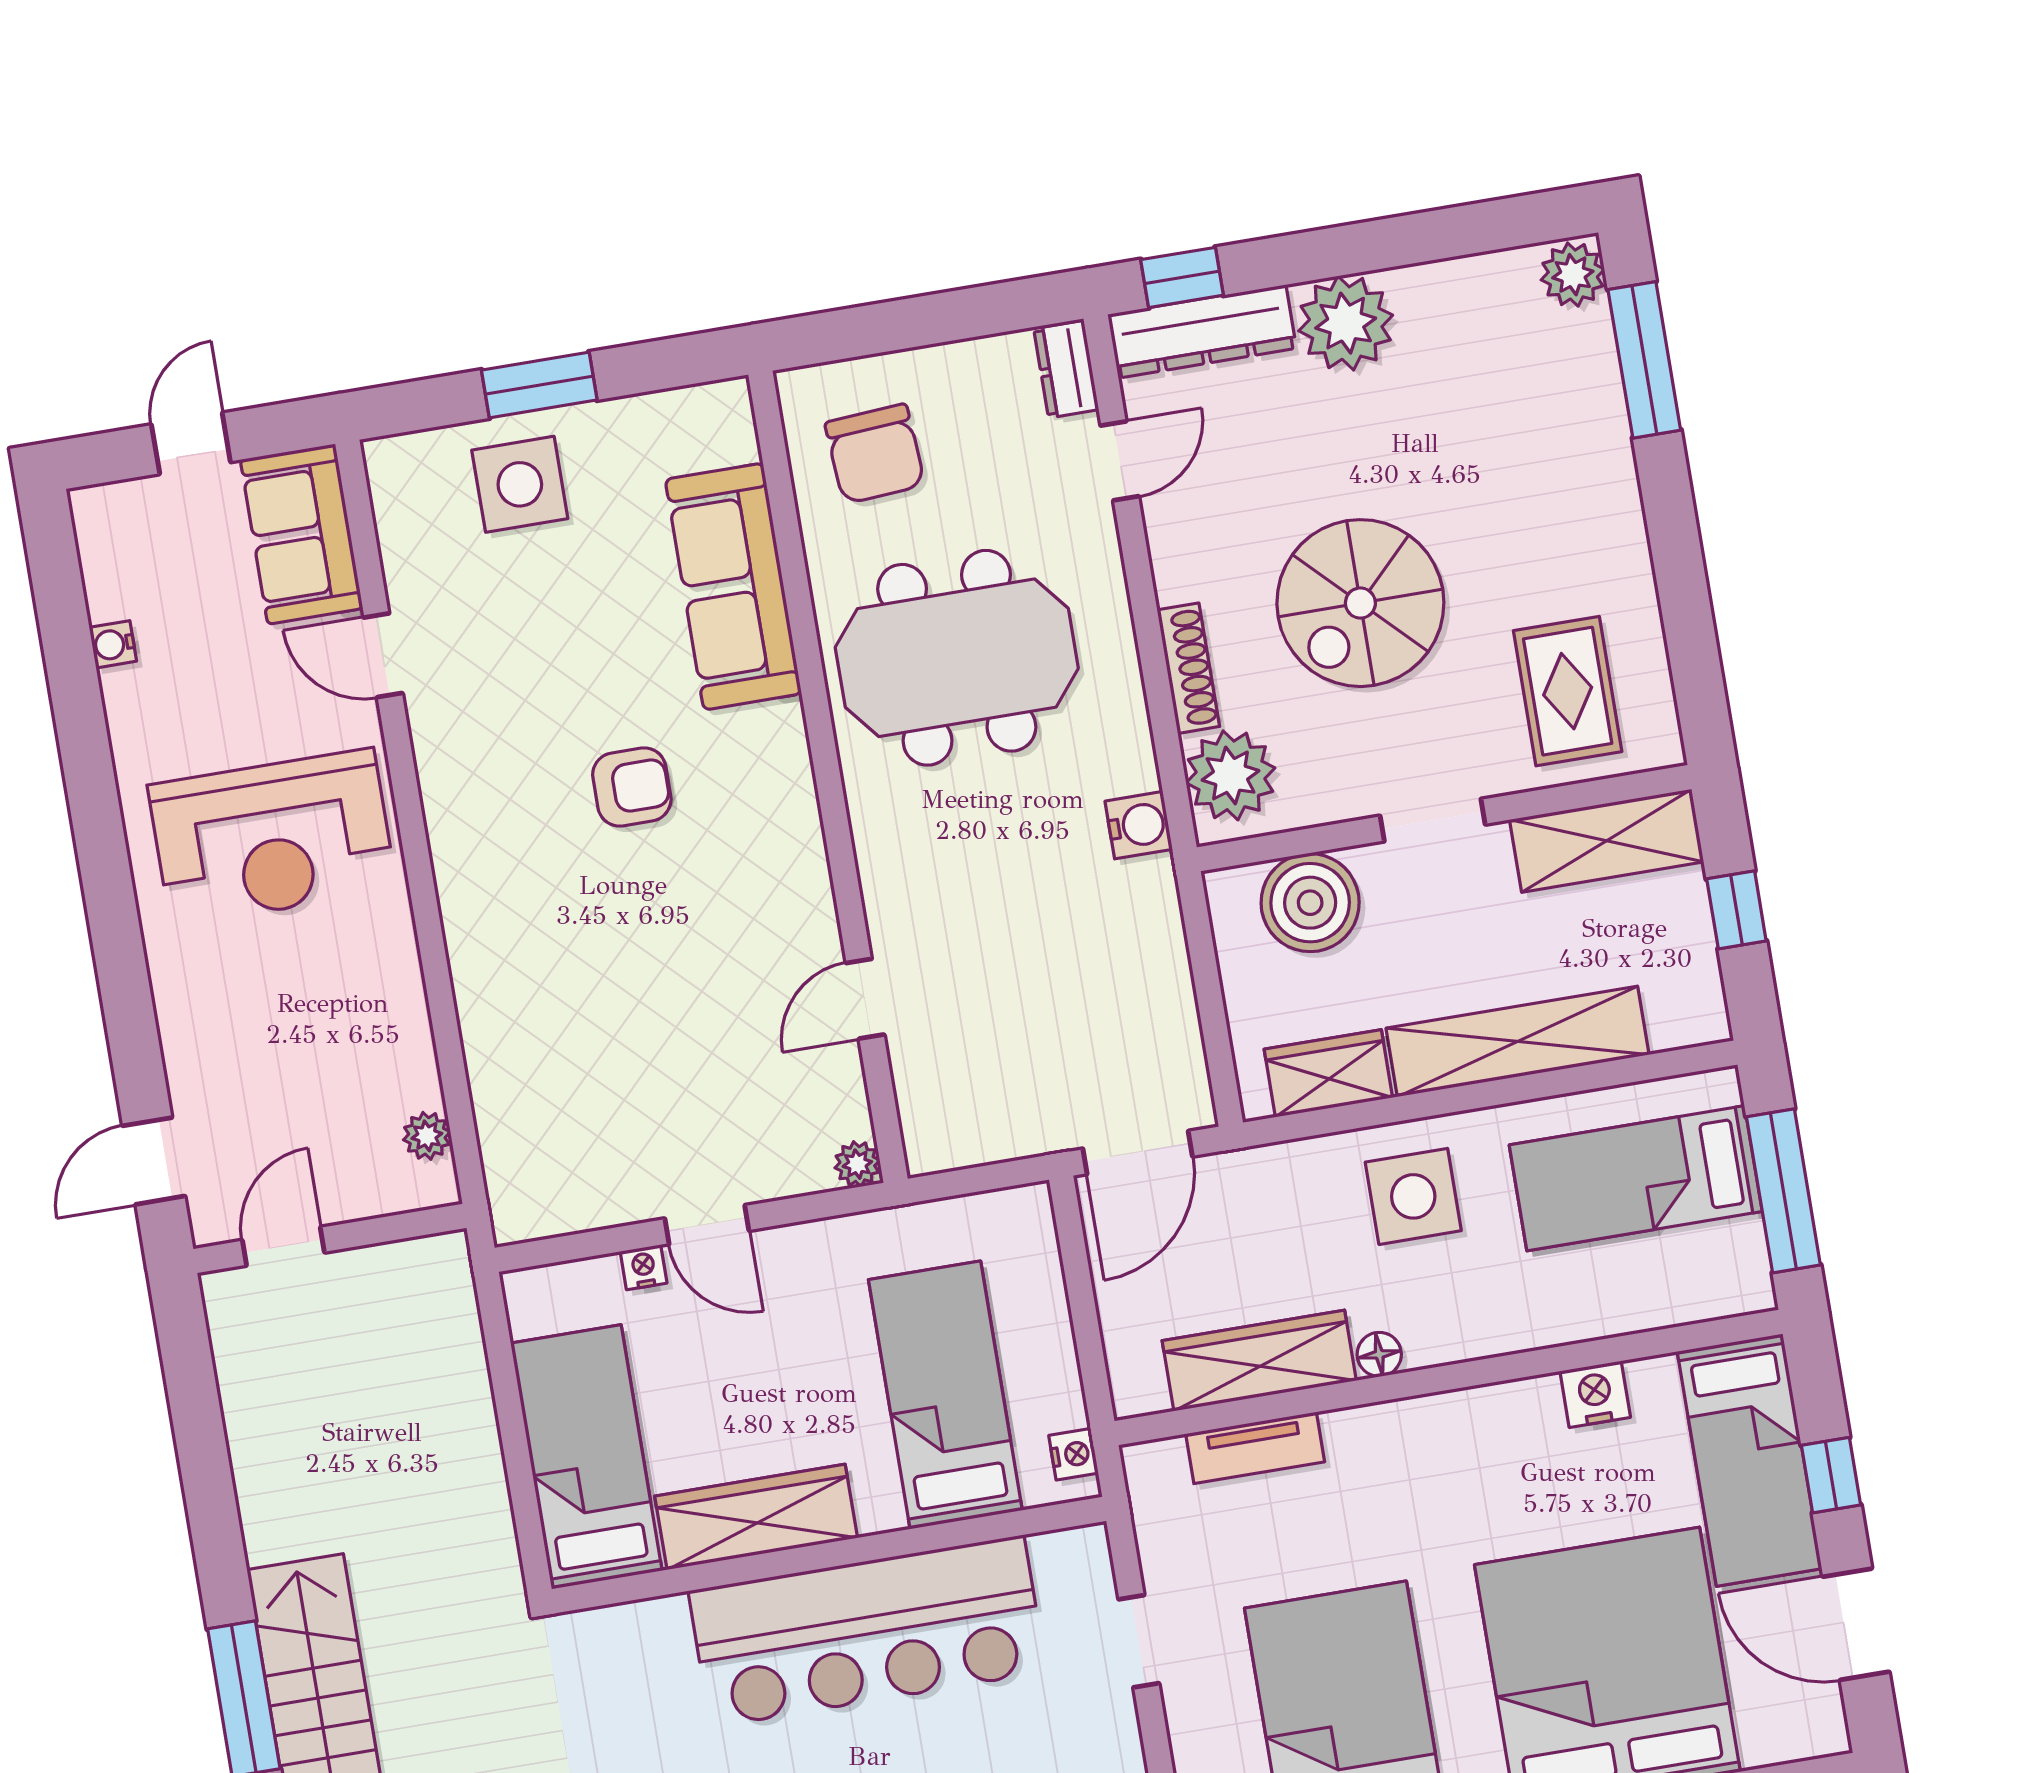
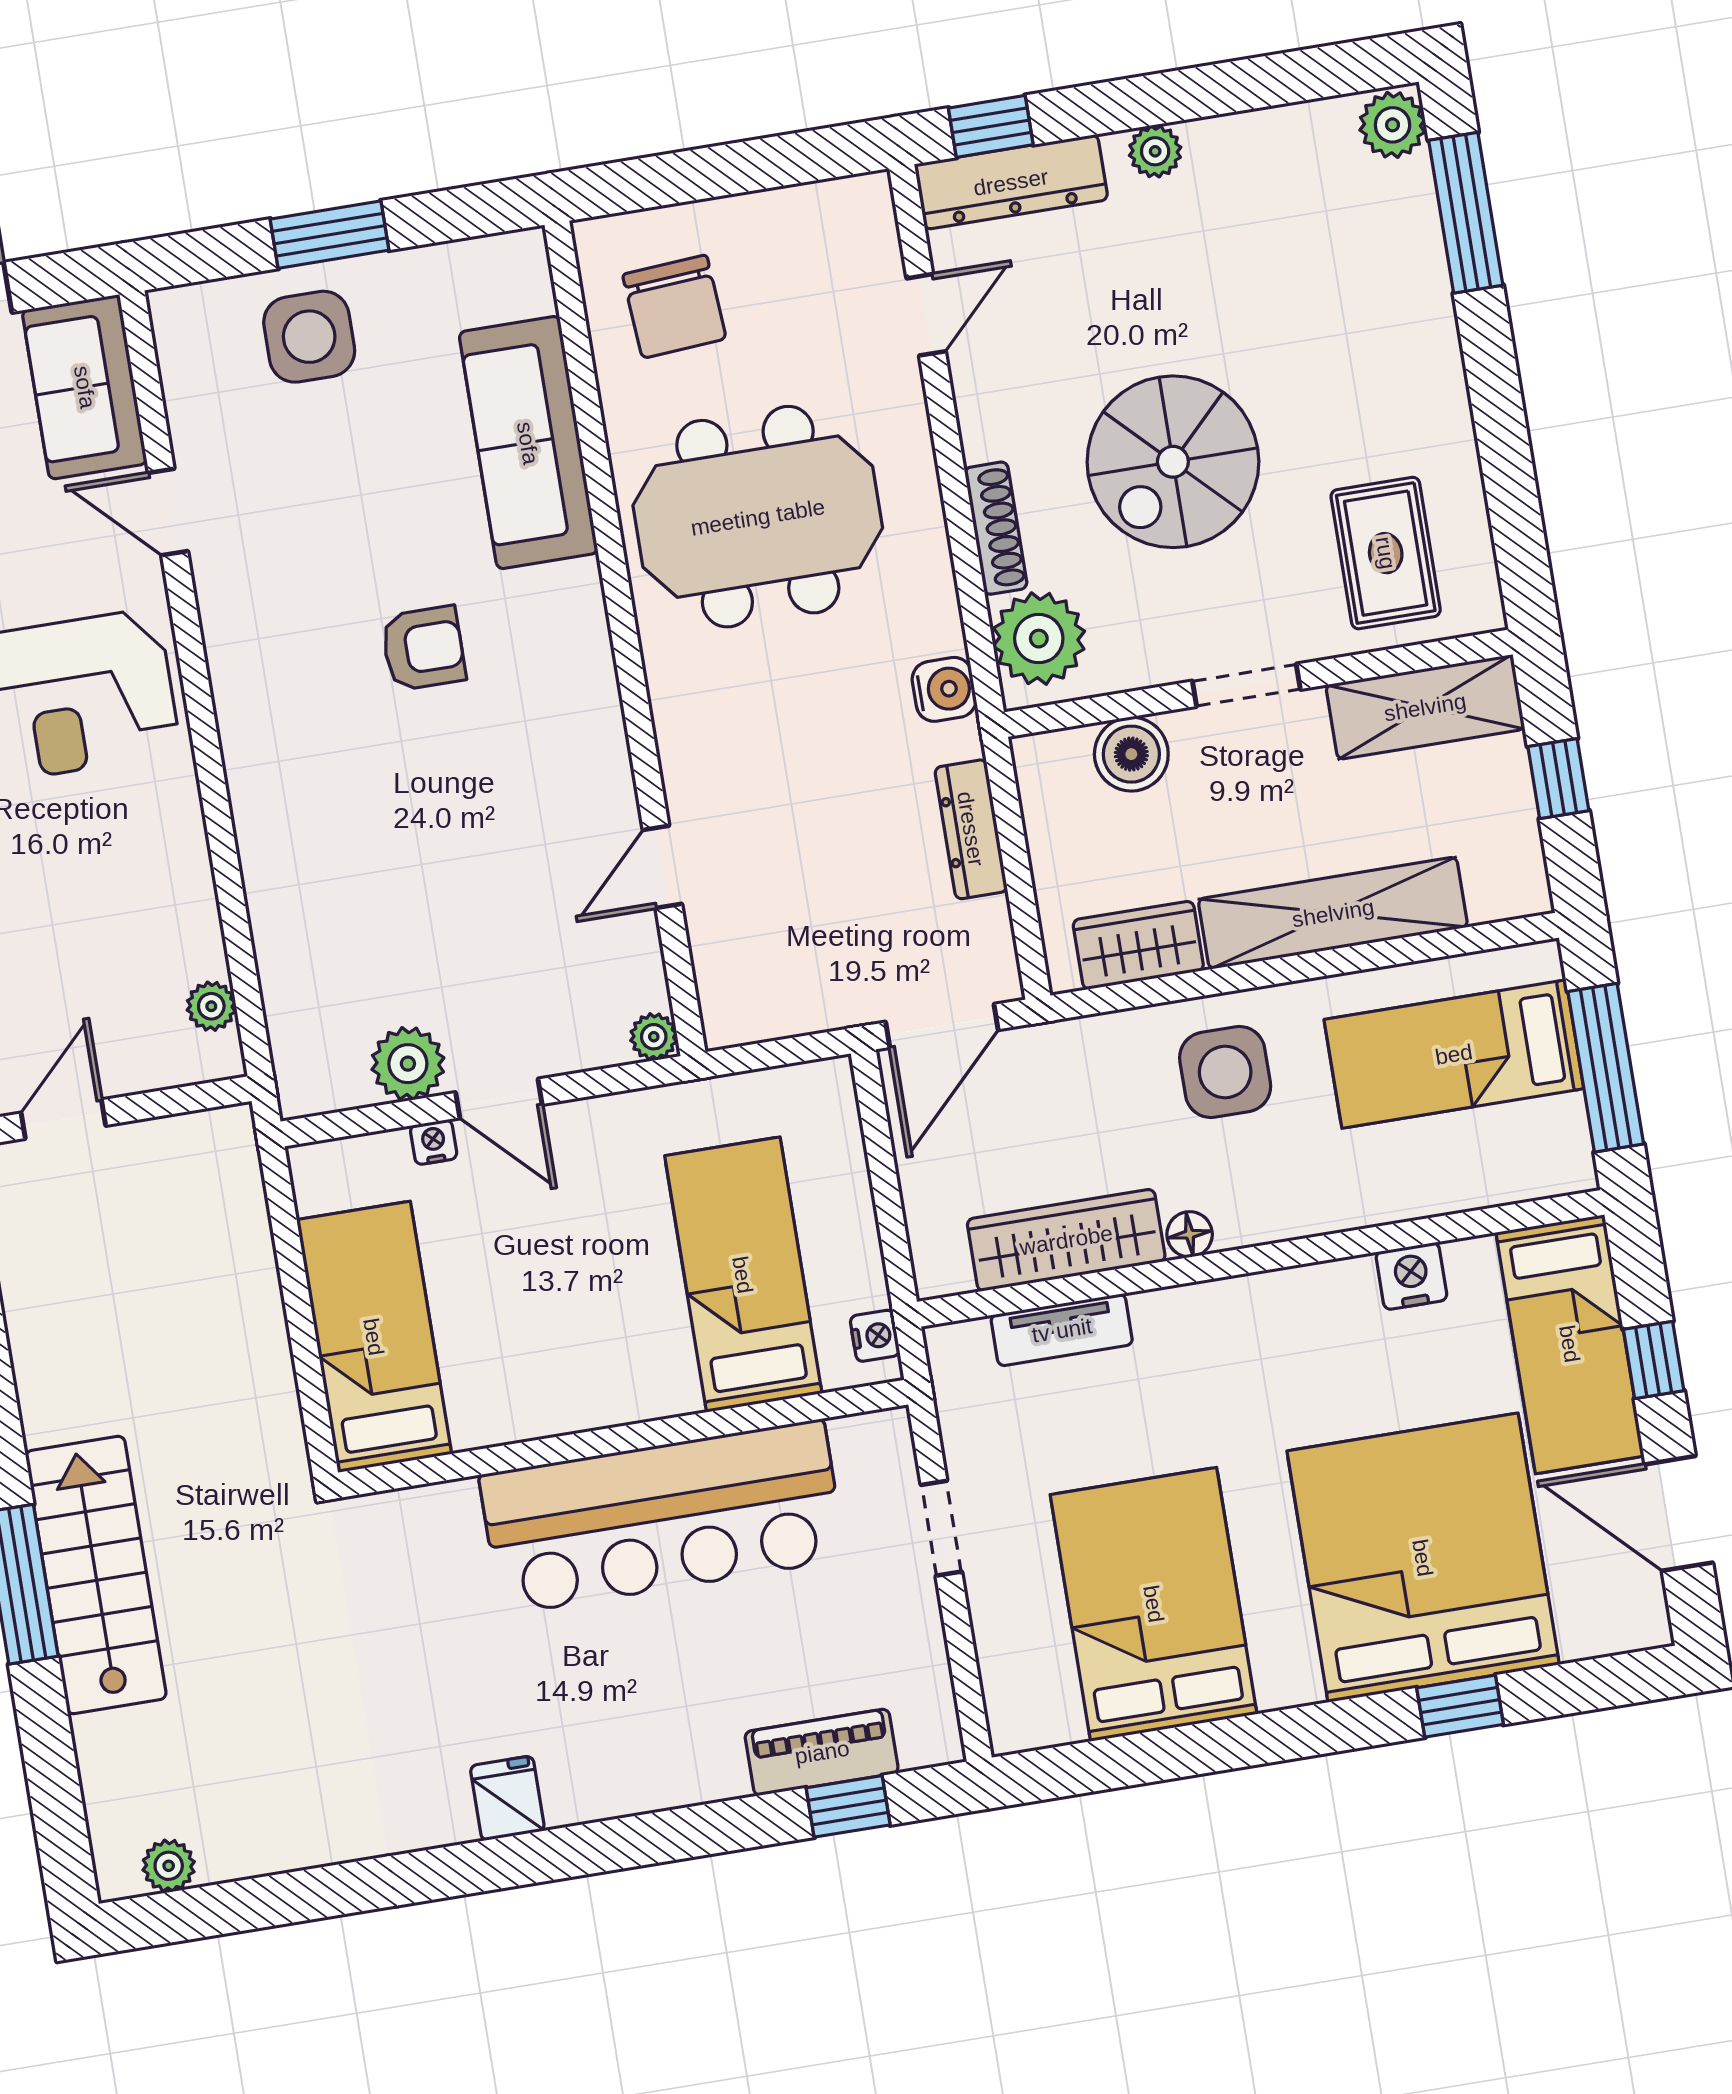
plant: (1346, 323) -> (1155, 151), width x0.53, depth x0.53
dresser: (1066, 369) -> (971, 829), moved, width x1.44
boiler: (1310, 903) -> (1131, 754), width x0.73, depth x0.73
plant: (618, 1191) -> (408, 1064), added
wardrobe: (756, 1517) -> (548, 1399), removed

